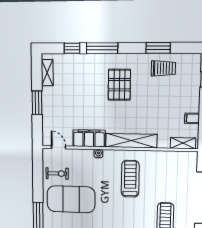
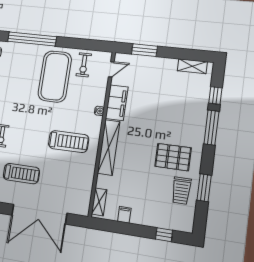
pallet: (119, 85) -> (173, 157), moved
window: (37, 103) -> (144, 50), moved

